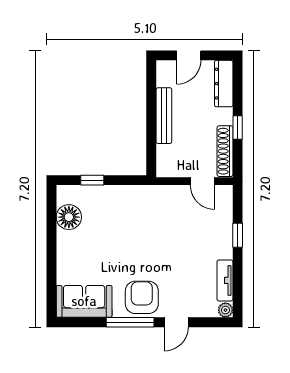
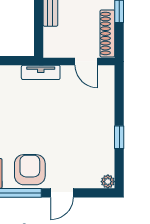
window: (238, 235) -> (119, 137), moved
tv unit: (225, 280) -> (41, 72), moved, turned -90

